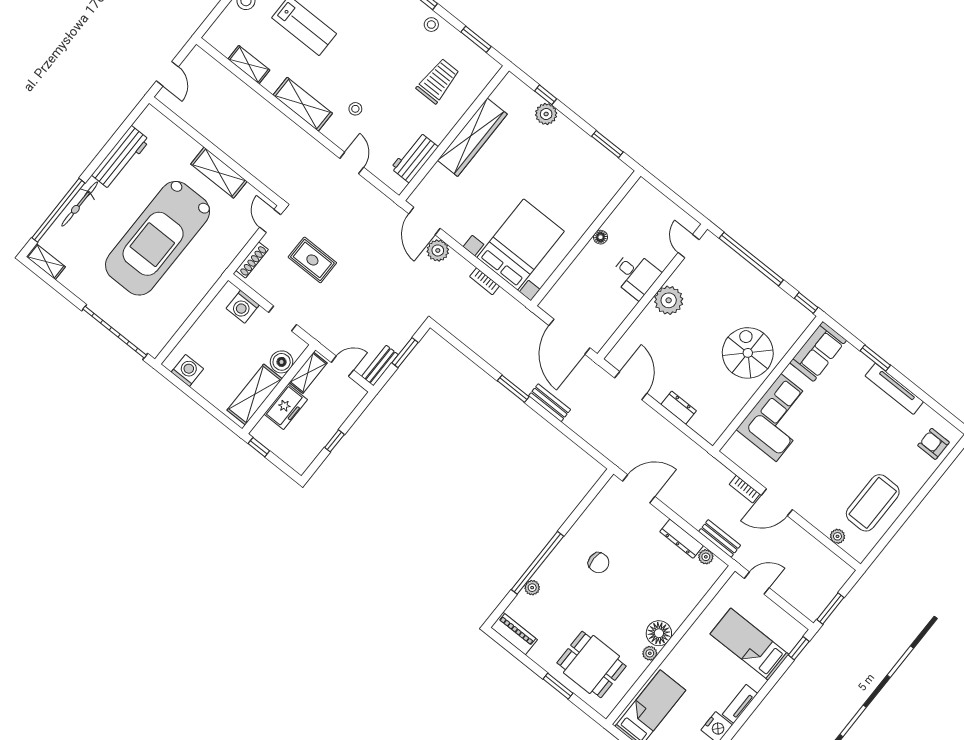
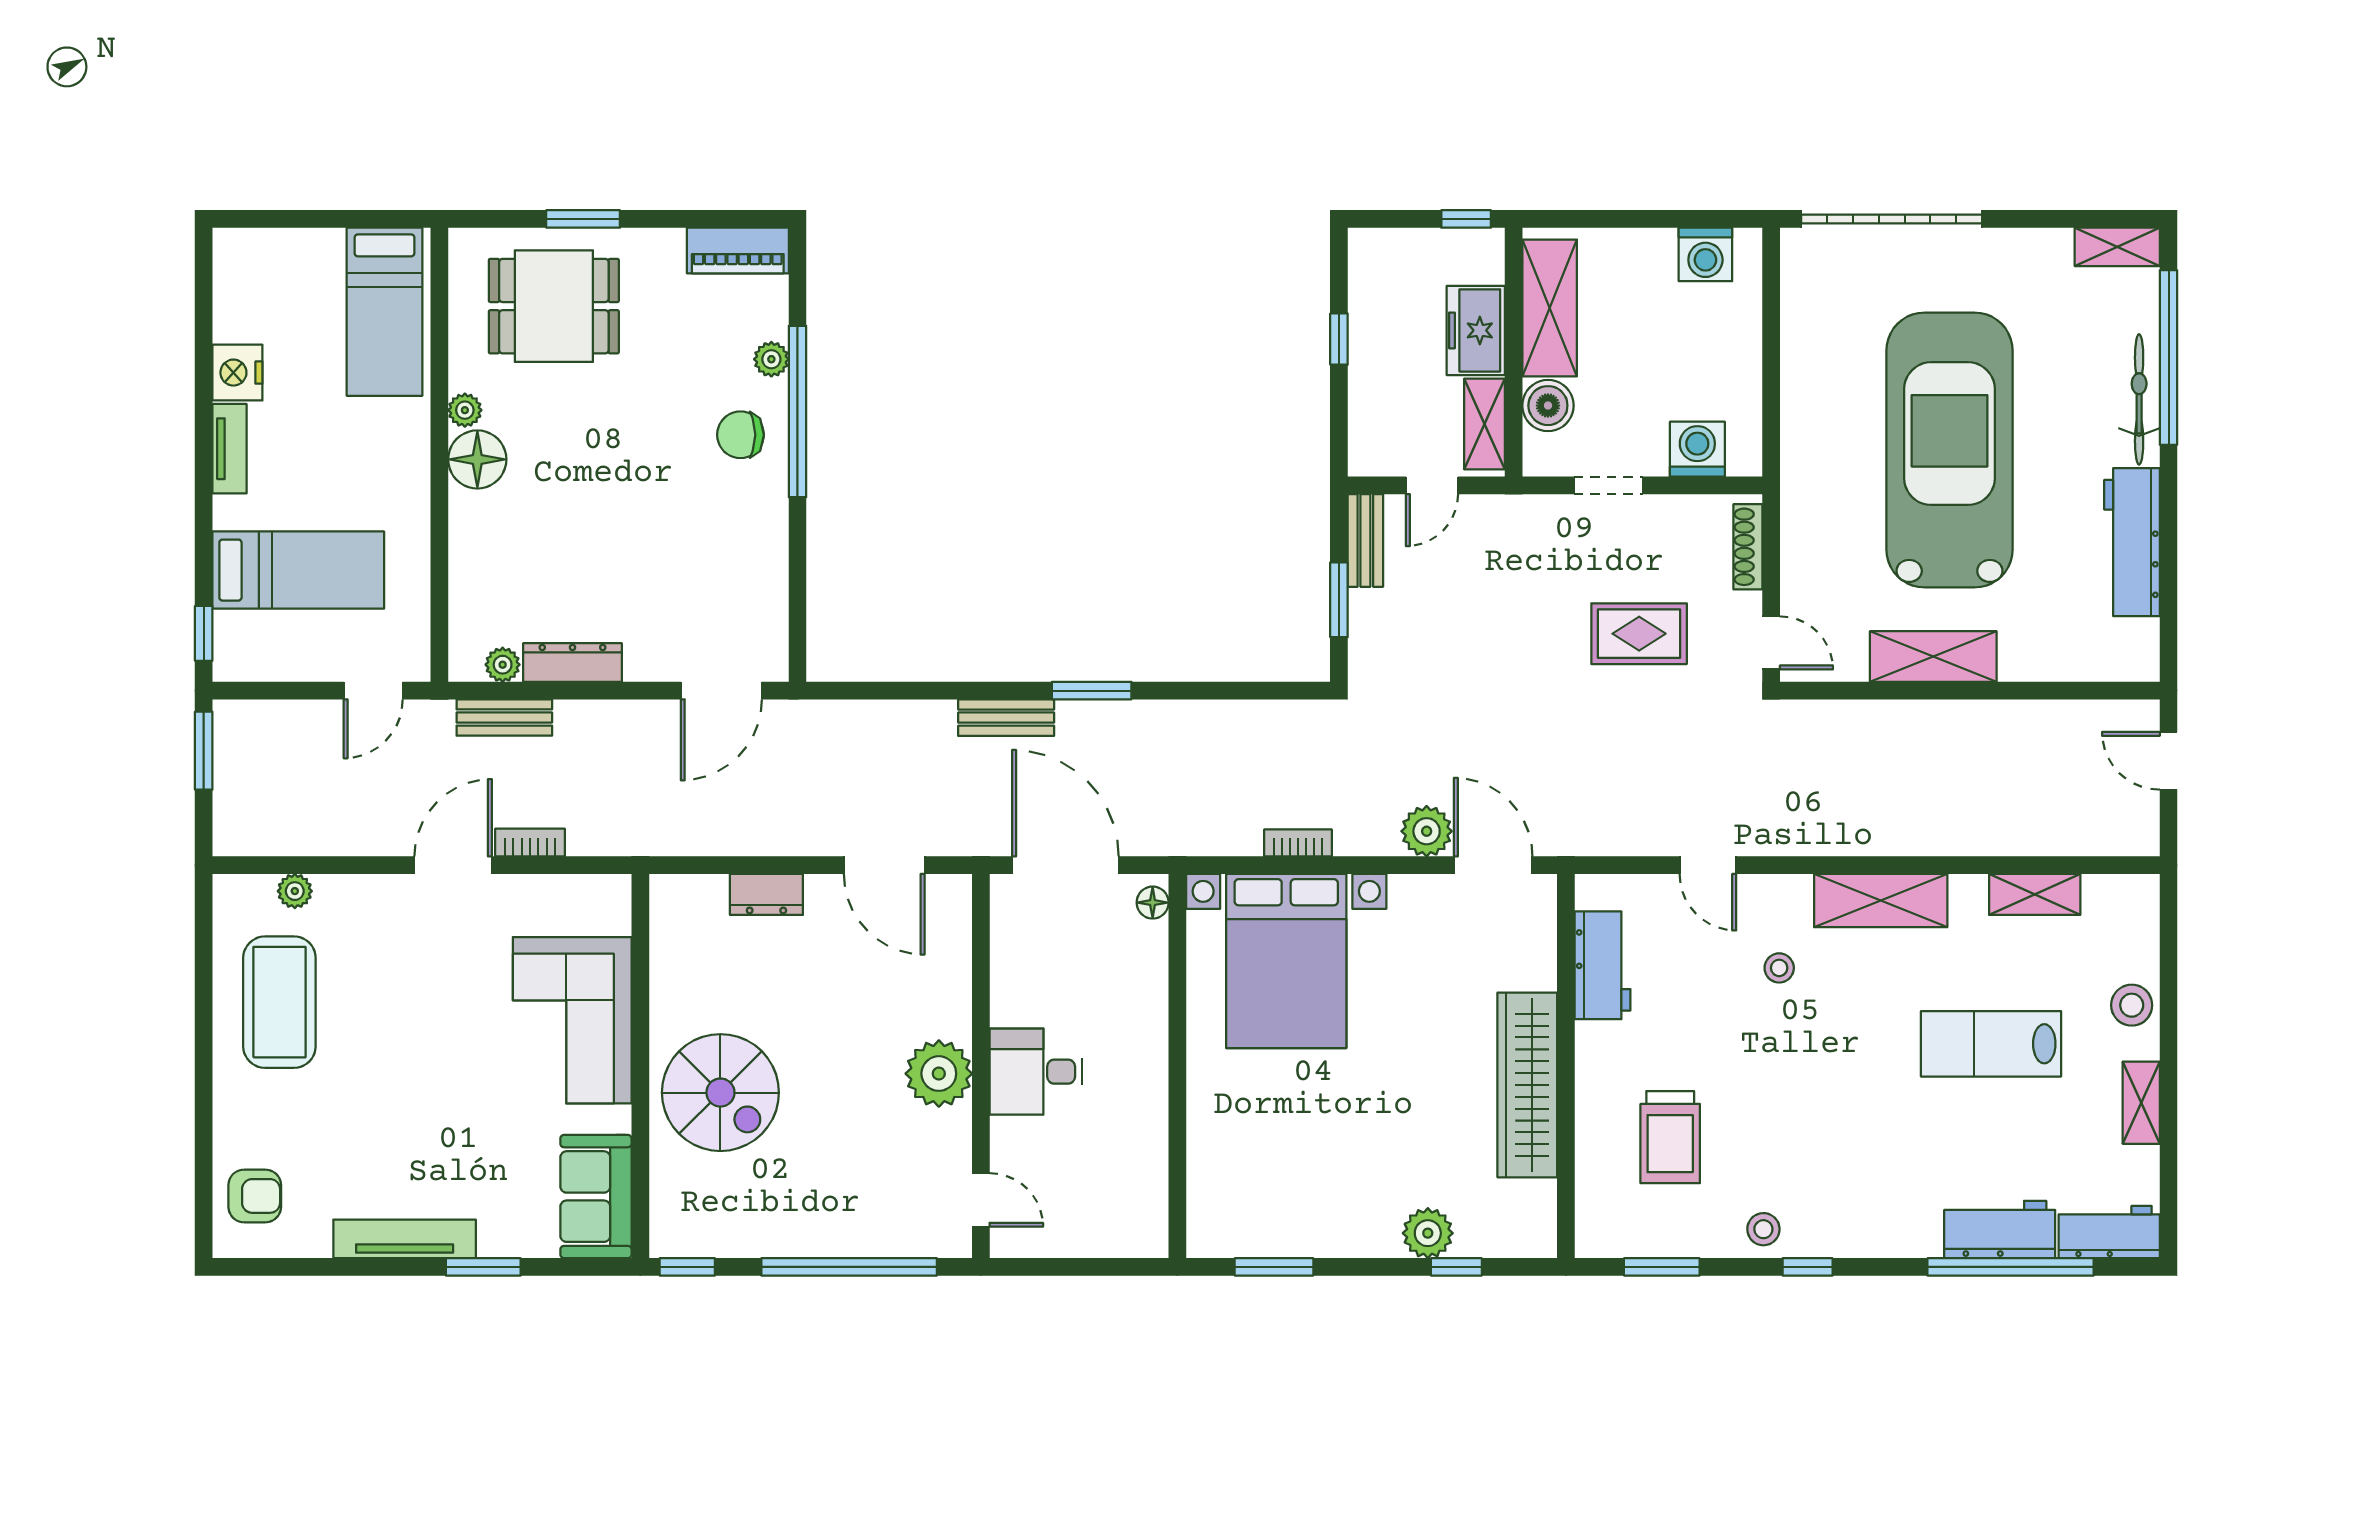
floor lamp: (600, 237) -> (1153, 903), moved
chair: (599, 563) -> (740, 435), moved

